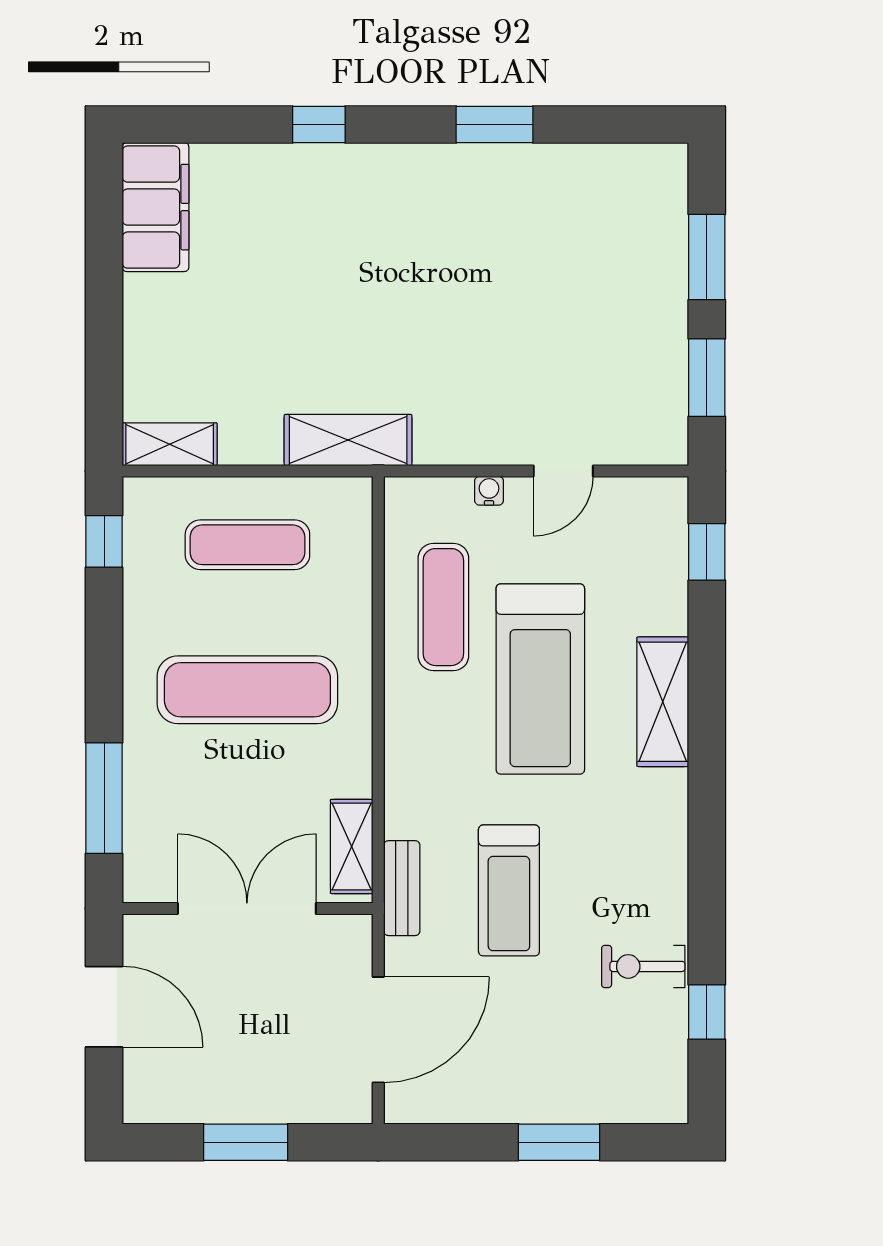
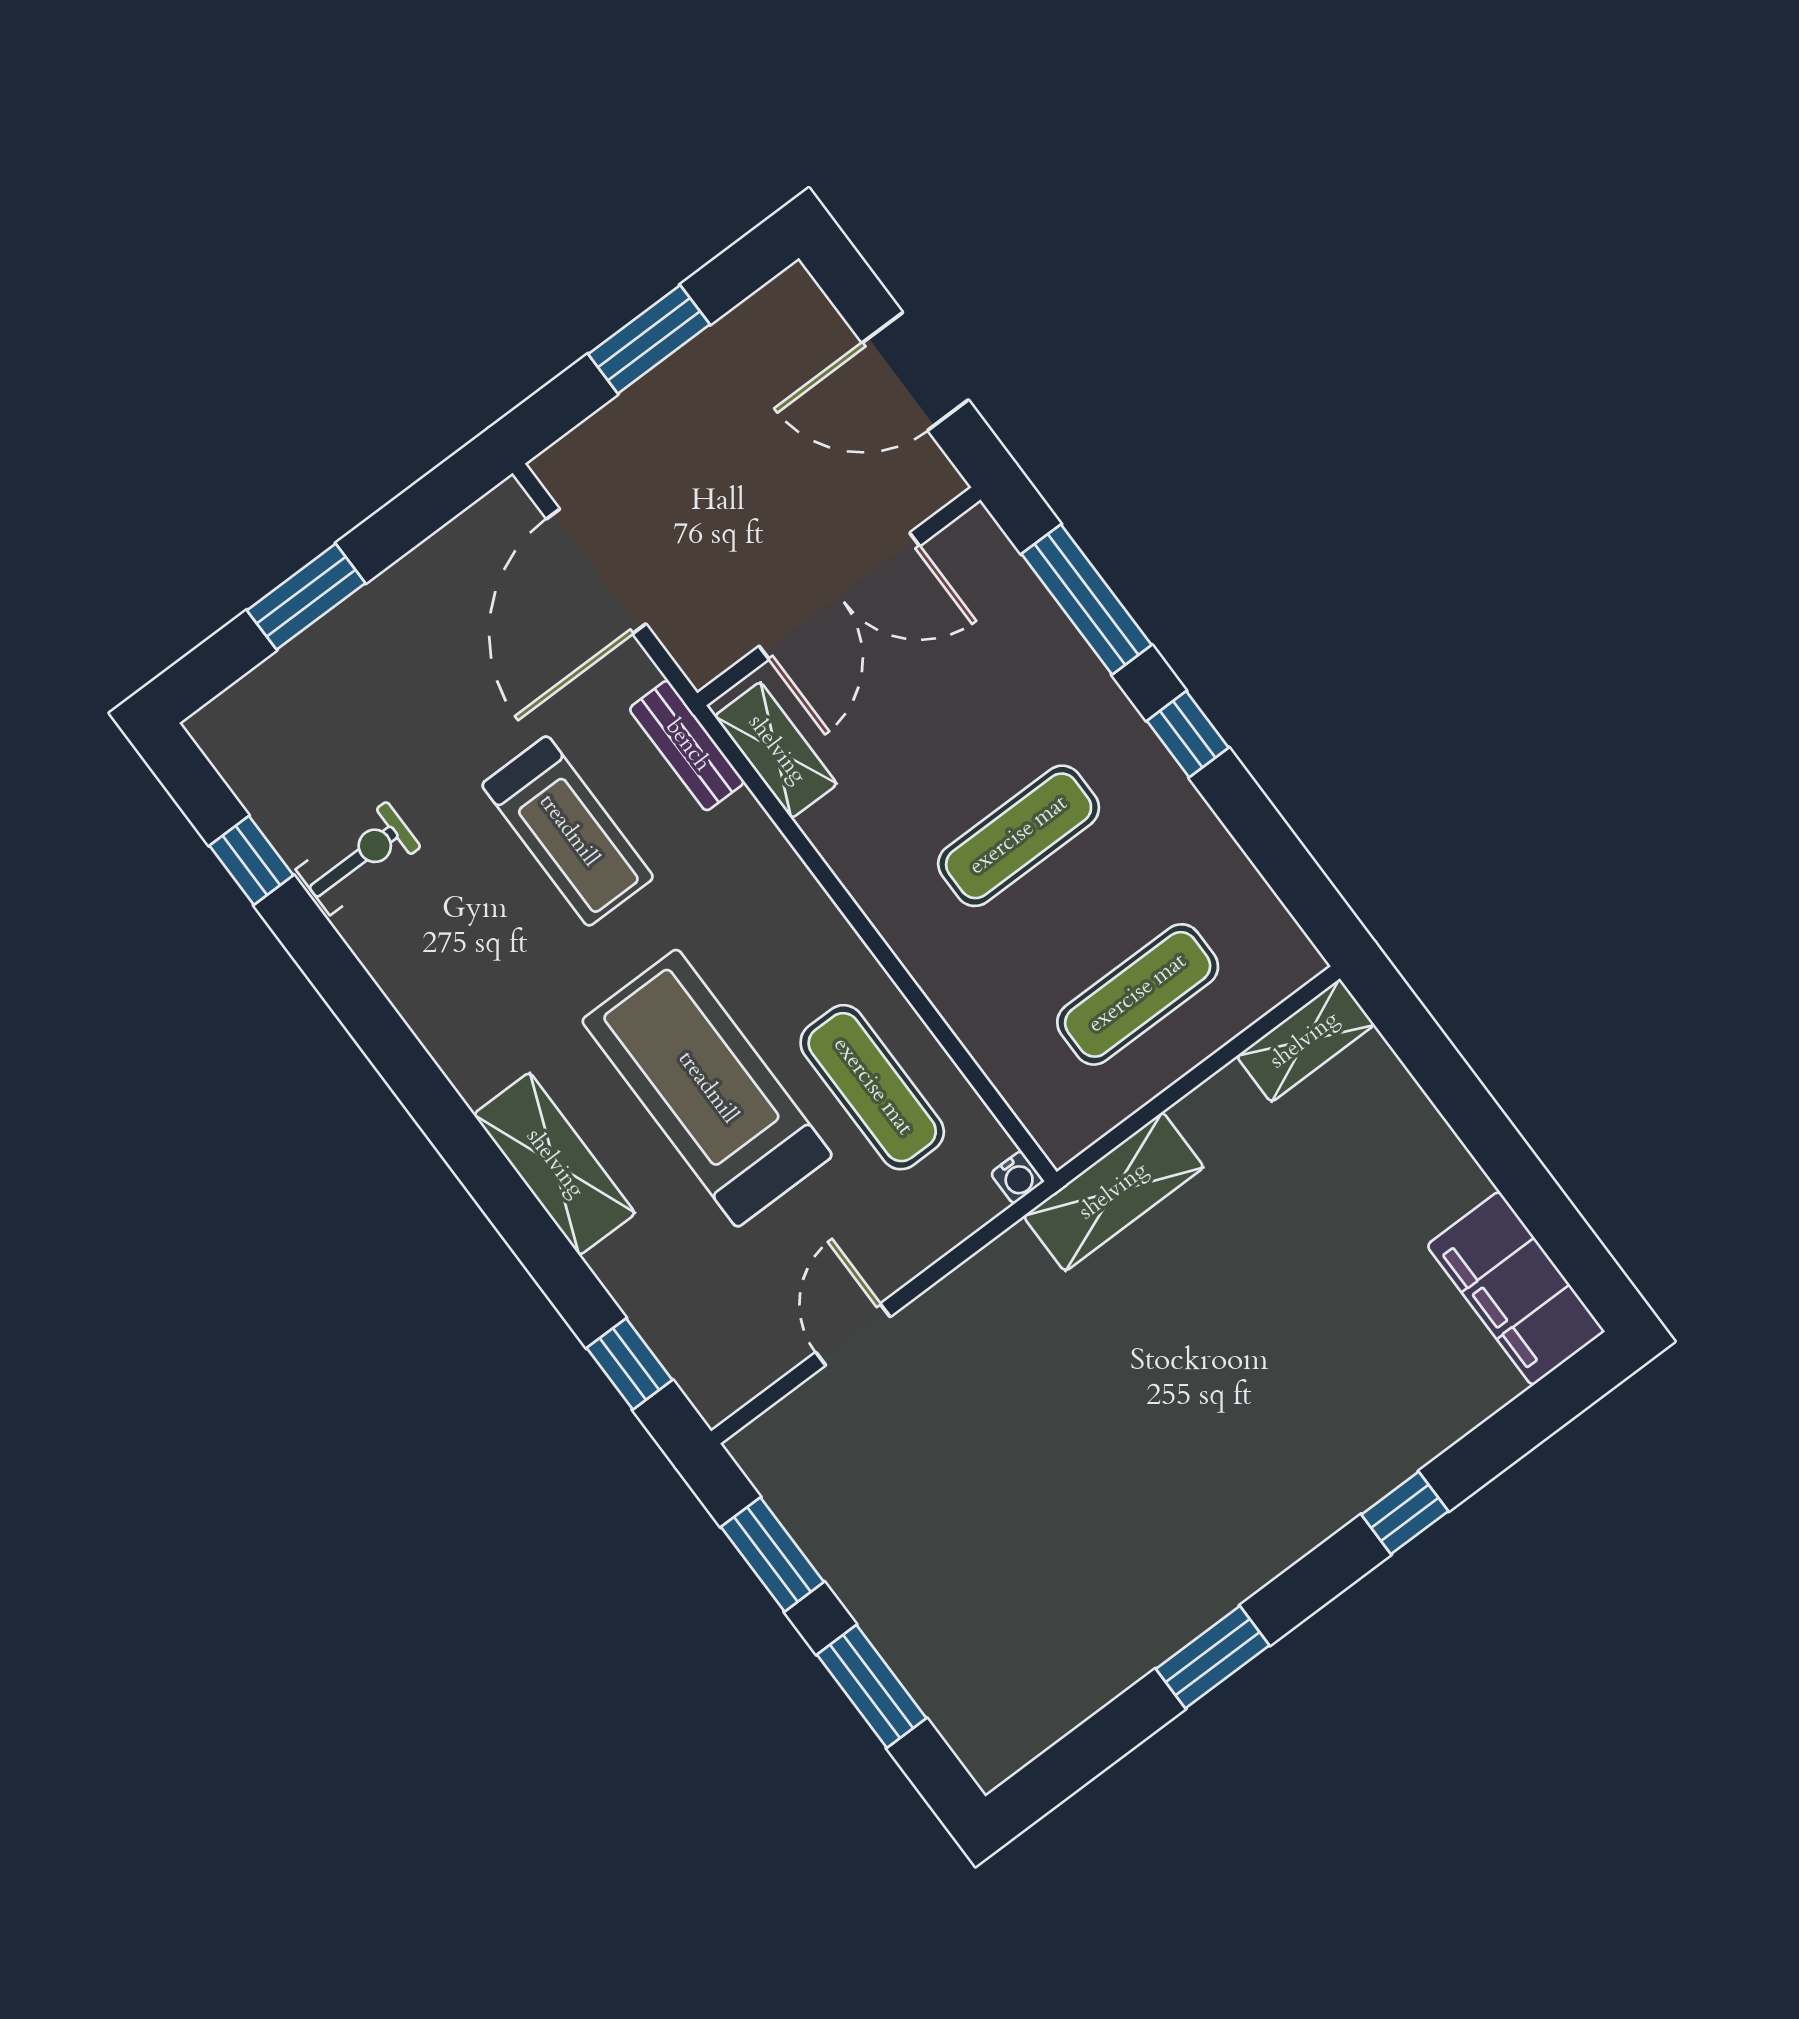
water cooler: (489, 491) -> (1017, 1177), moved
window: (104, 541) -> (1188, 734), moved
exercise mat: (247, 690) -> (1019, 836), width x0.73, depth x0.69
treadmill: (509, 890) -> (568, 831), turned 180

